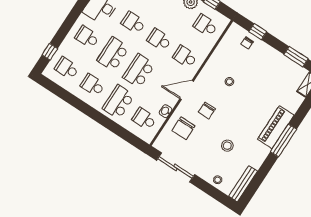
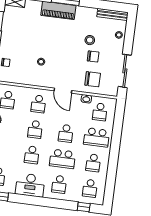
school desk: (139, 71) -> (66, 133), width x0.54
chair: (207, 110) -> (93, 56), moved

